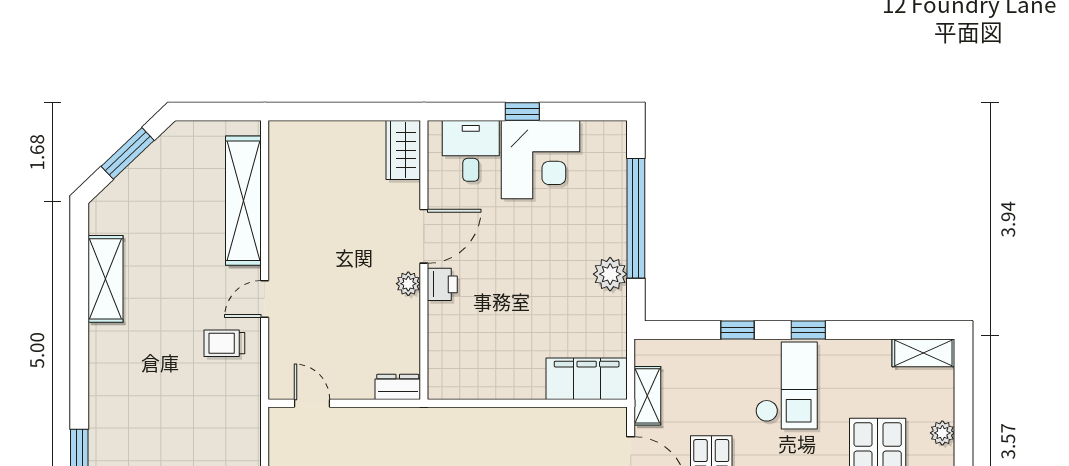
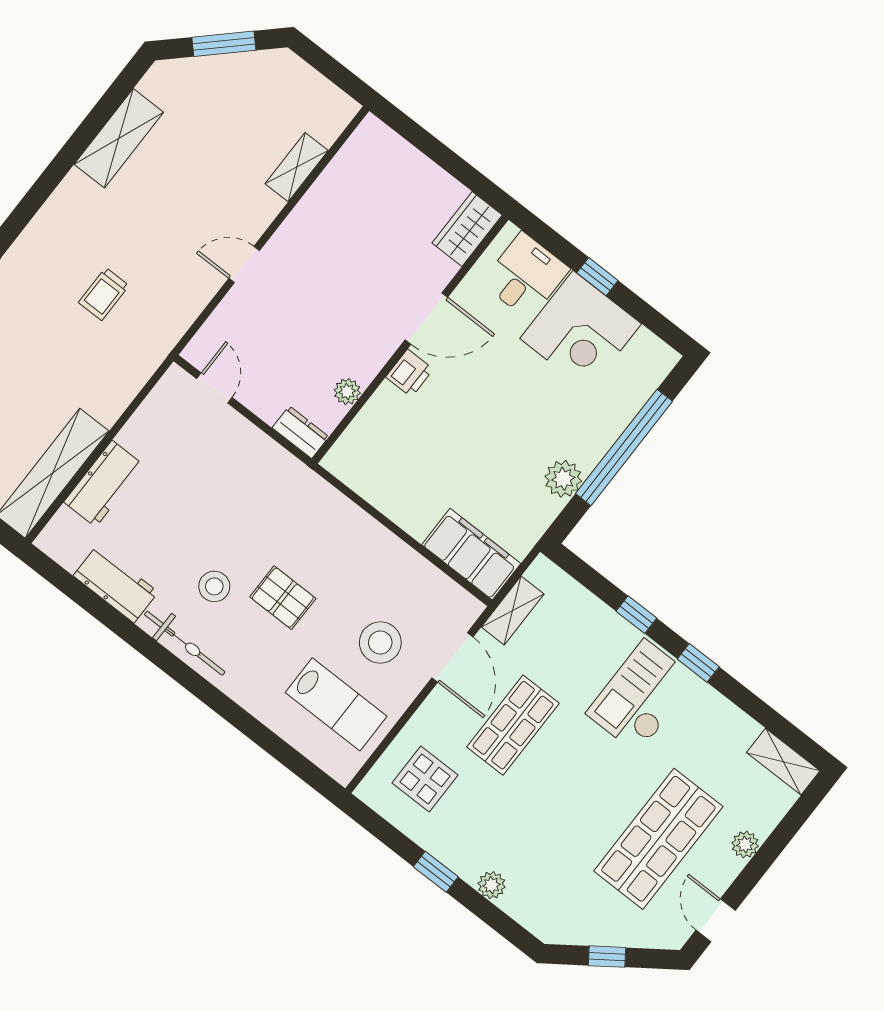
shelving: (243, 201) -> (297, 167), width x0.45, depth x0.75
plant: (408, 284) -> (347, 392), moved
trolley: (224, 343) -> (104, 294), moved, turned -90
checkout: (786, 385) -> (641, 696), turned 180

